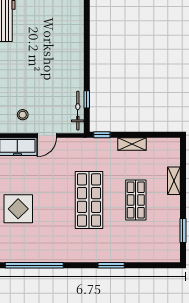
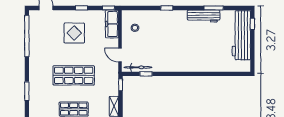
door: (47, 135) -> (120, 55), moved
display table: (18, 209) -> (74, 33), moved

